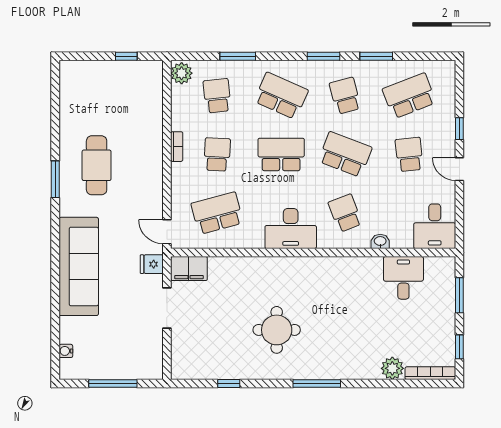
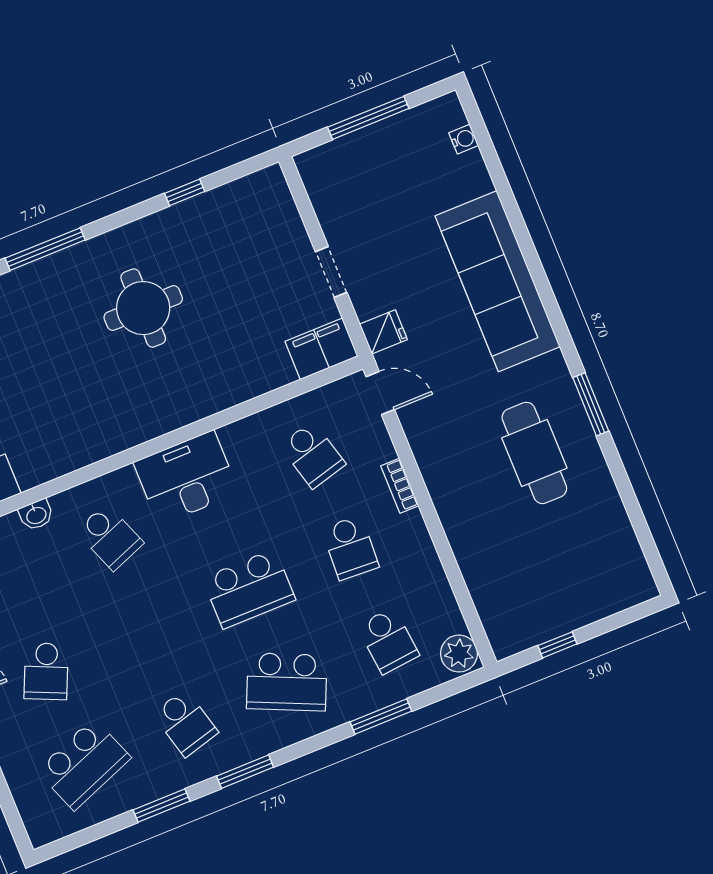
bookcase: (177, 147) -> (400, 486), moved
school desk: (345, 154) -> (148, 630), removed
school desk: (409, 154) -> (46, 671), turned 30
school desk: (217, 213) -> (313, 455), width x0.54
doorway: (167, 308) -> (331, 272), width x0.73

